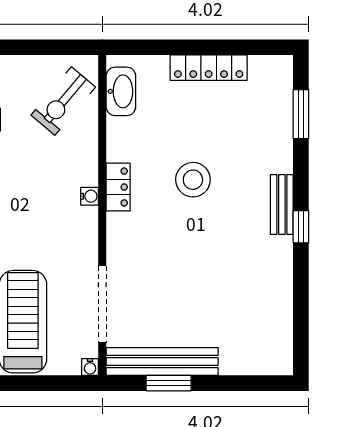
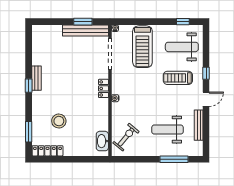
locker: (209, 68) -> (48, 151), moved
stool: (193, 180) -> (59, 121), moved
locker: (118, 187) -> (103, 88), moved
bench: (282, 204) -> (36, 78), moved

